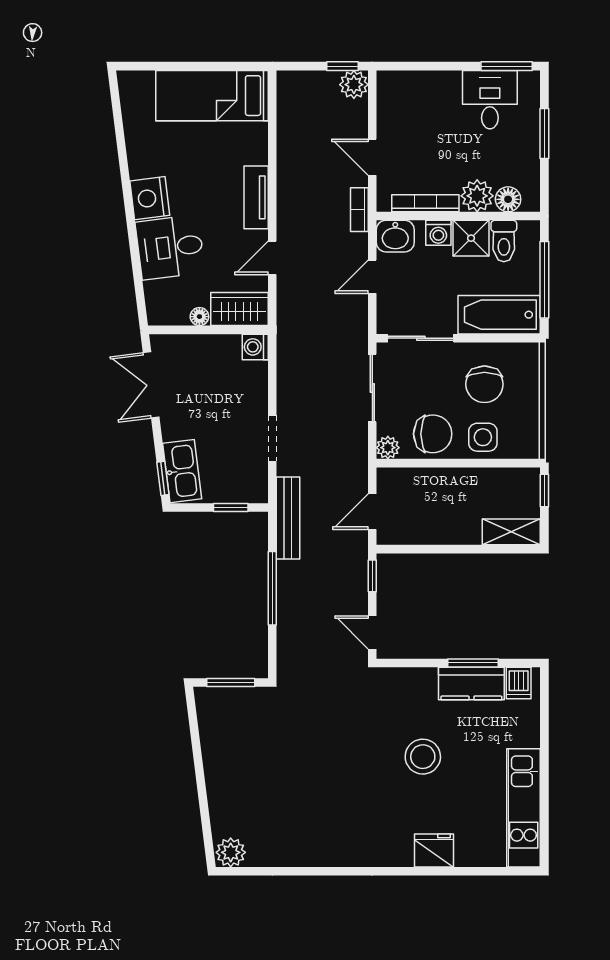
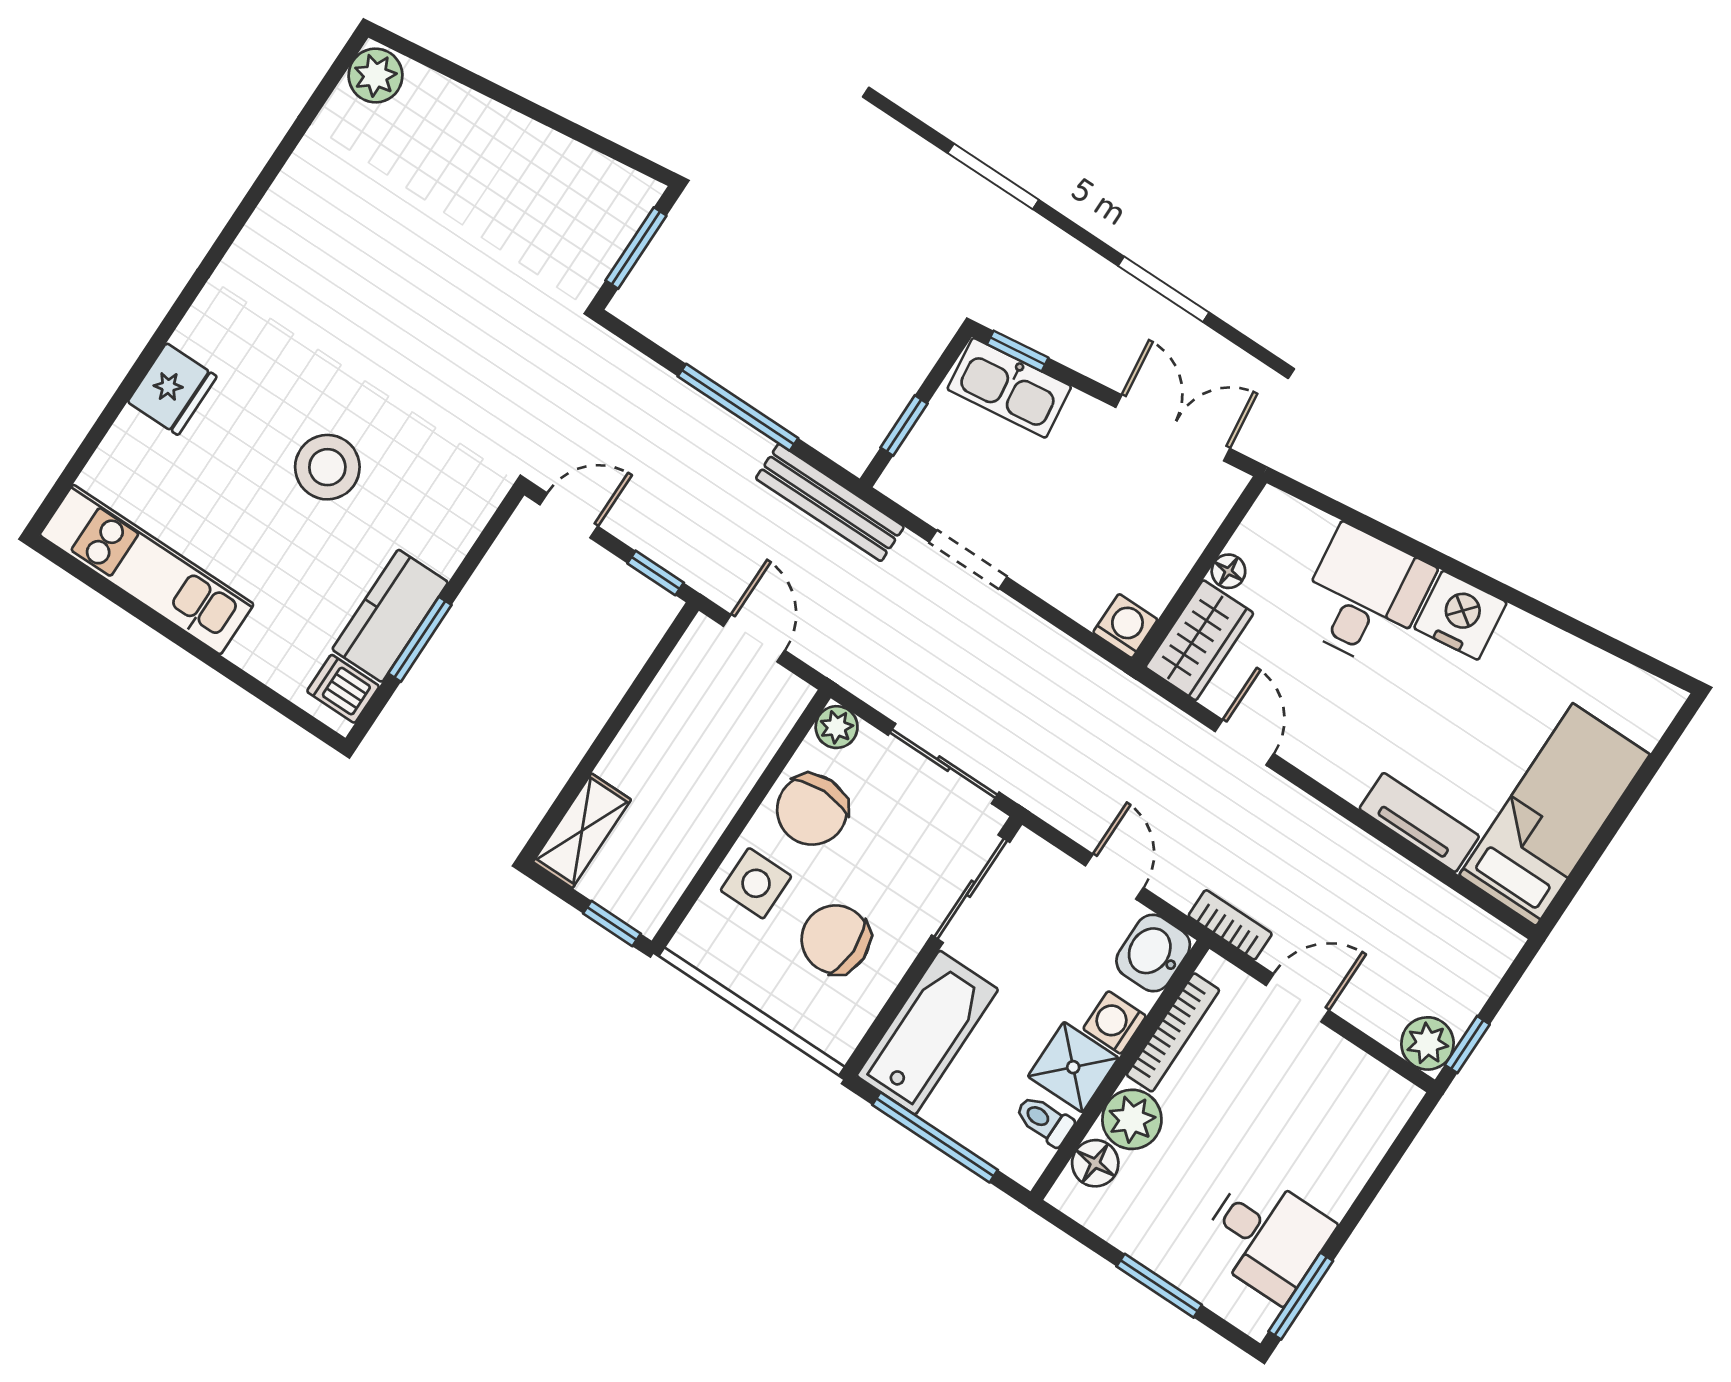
tv unit: (256, 197) -> (1419, 822), moved
toilet: (504, 241) -> (1044, 1120), width x0.73, depth x0.72

